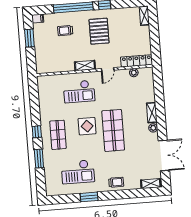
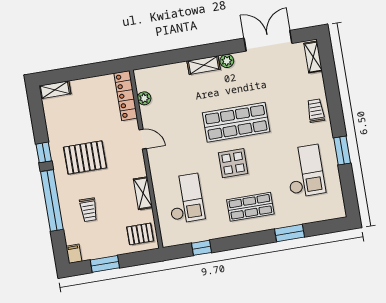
pallet: (47, 62) -> (140, 234), added
shelving: (85, 66) -> (143, 193), moved
checkout: (79, 92) -> (185, 199), moved
window: (37, 132) -> (202, 248), moved

